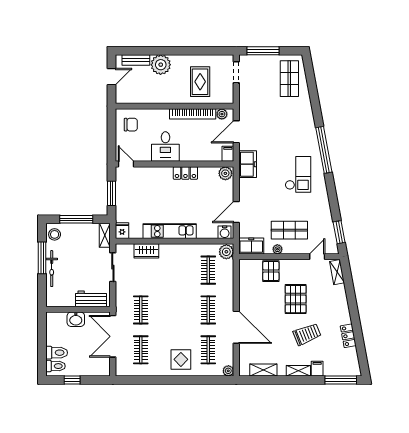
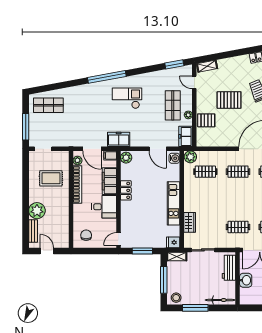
filing cabinet: (197, 153) -> (109, 181), added
bicycle: (52, 269) -> (220, 300), moved

